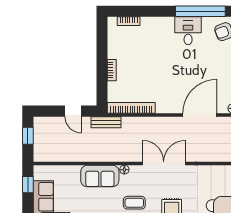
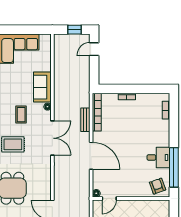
door: (73, 111) -> (94, 49), moved
door: (200, 115) -> (91, 156), moved
bench: (106, 122) -> (85, 120), moved
window: (28, 185) -> (36, 30), removed

